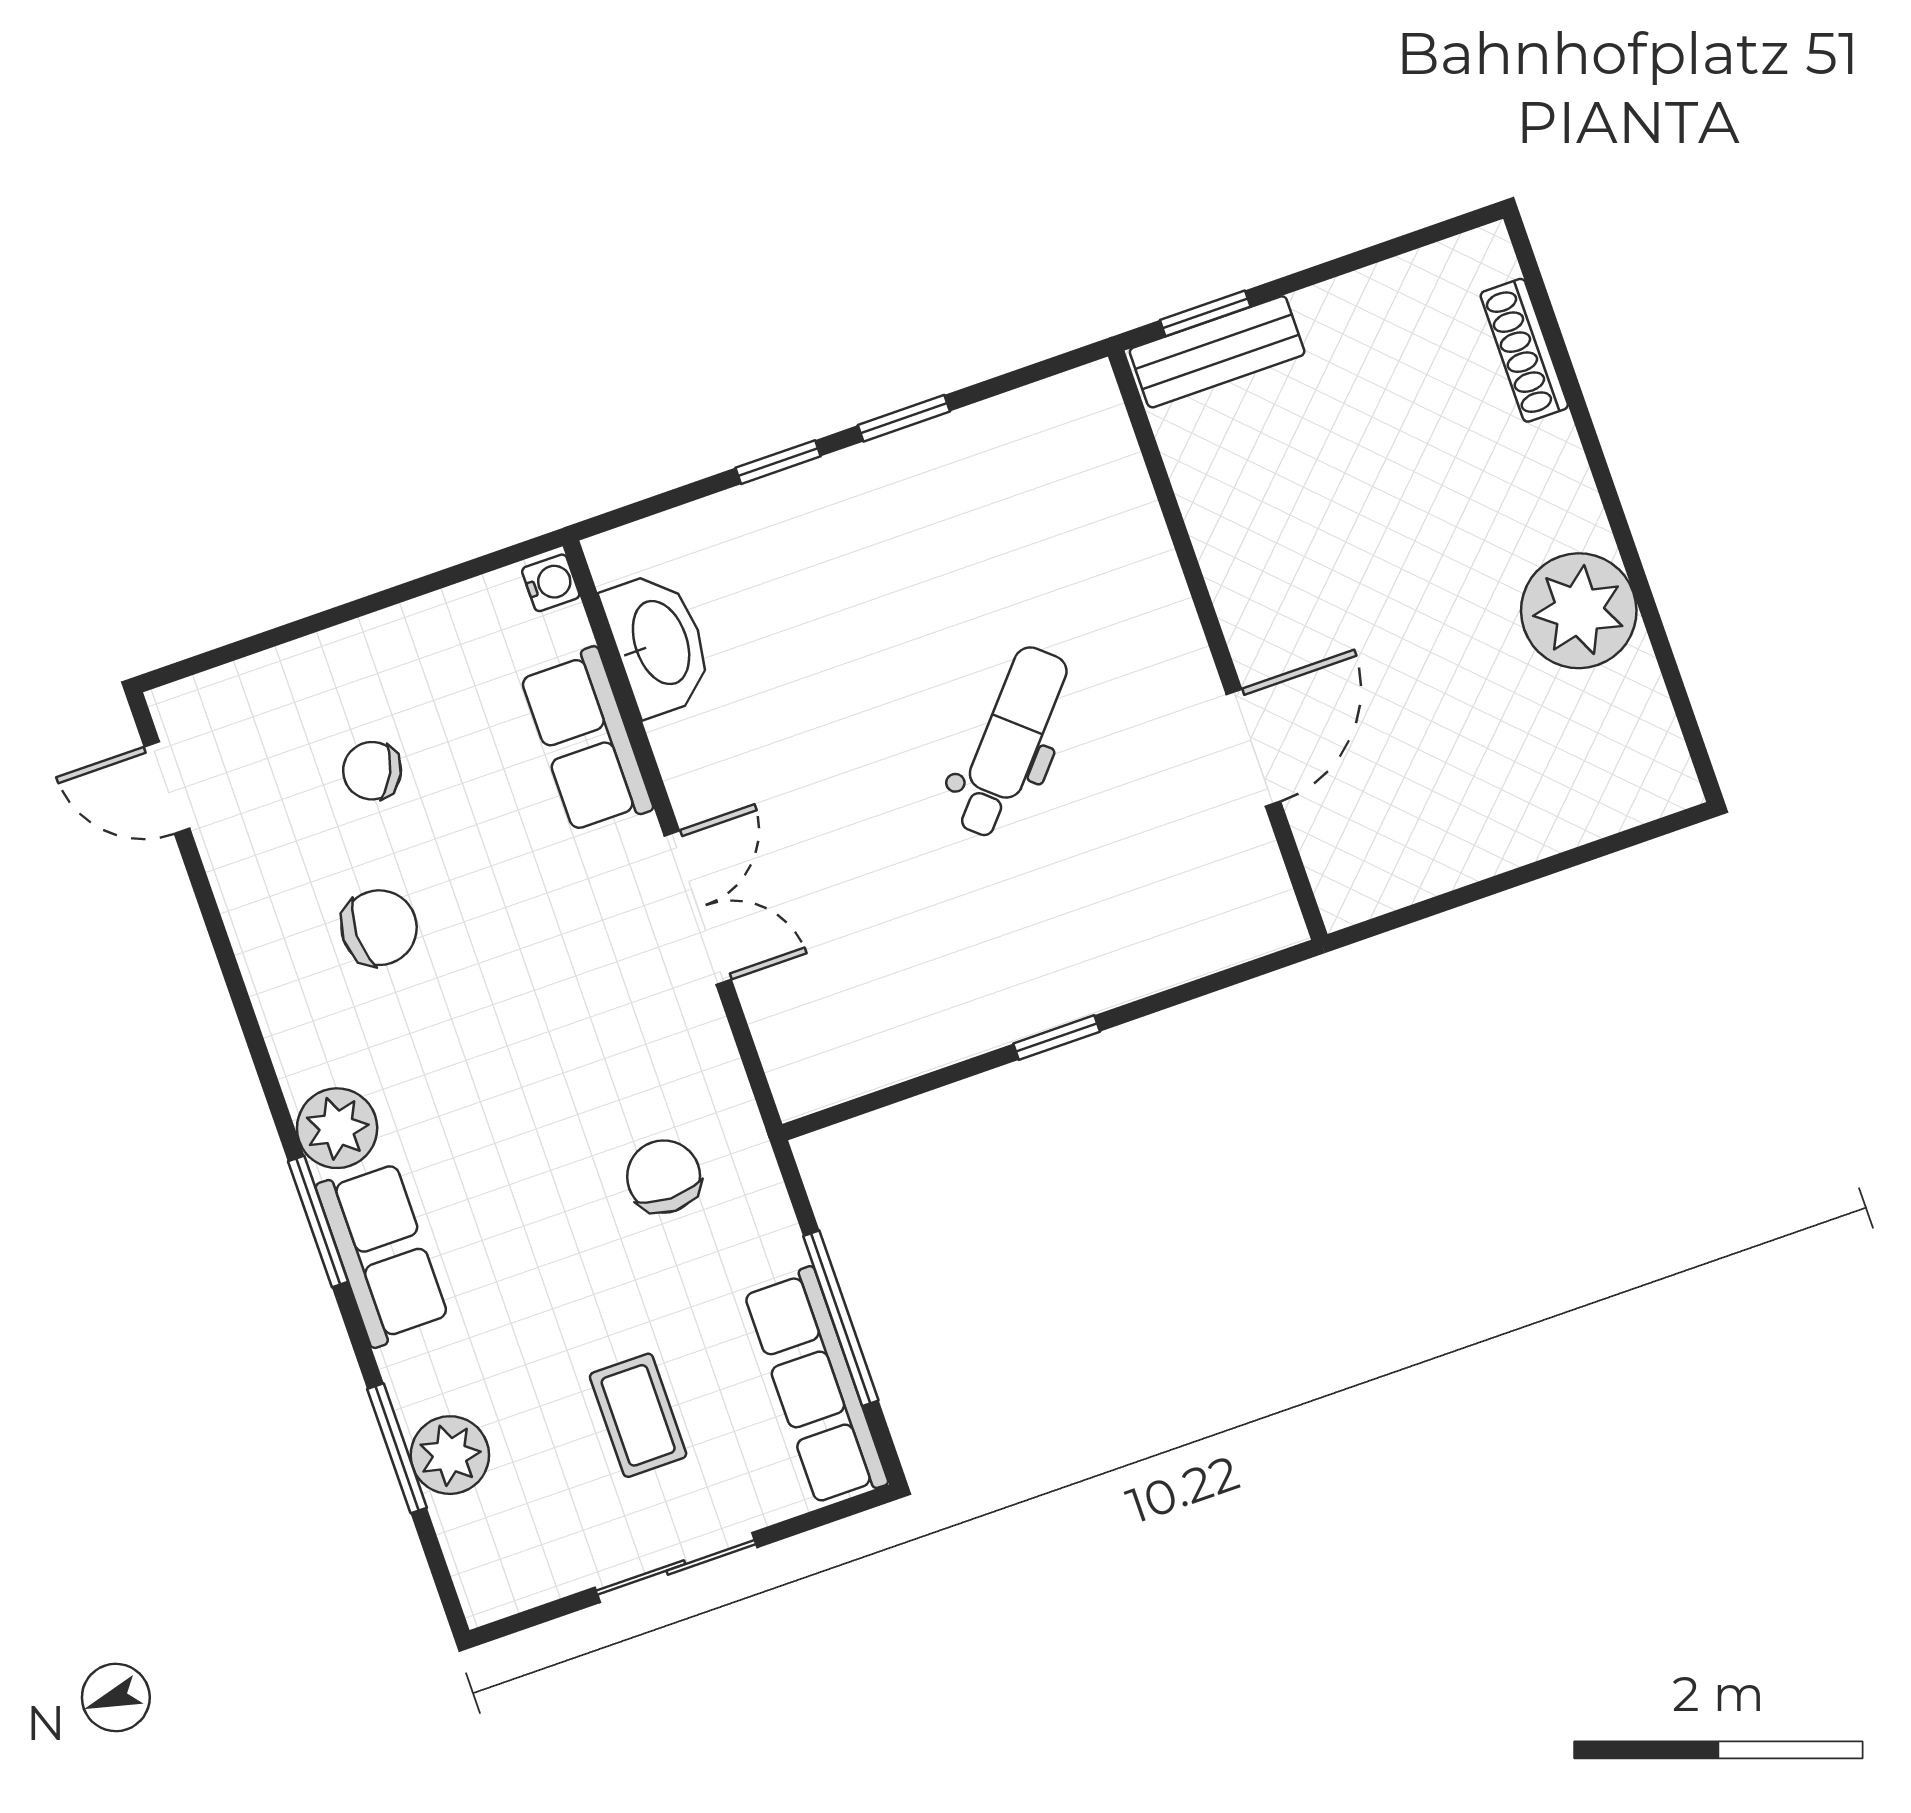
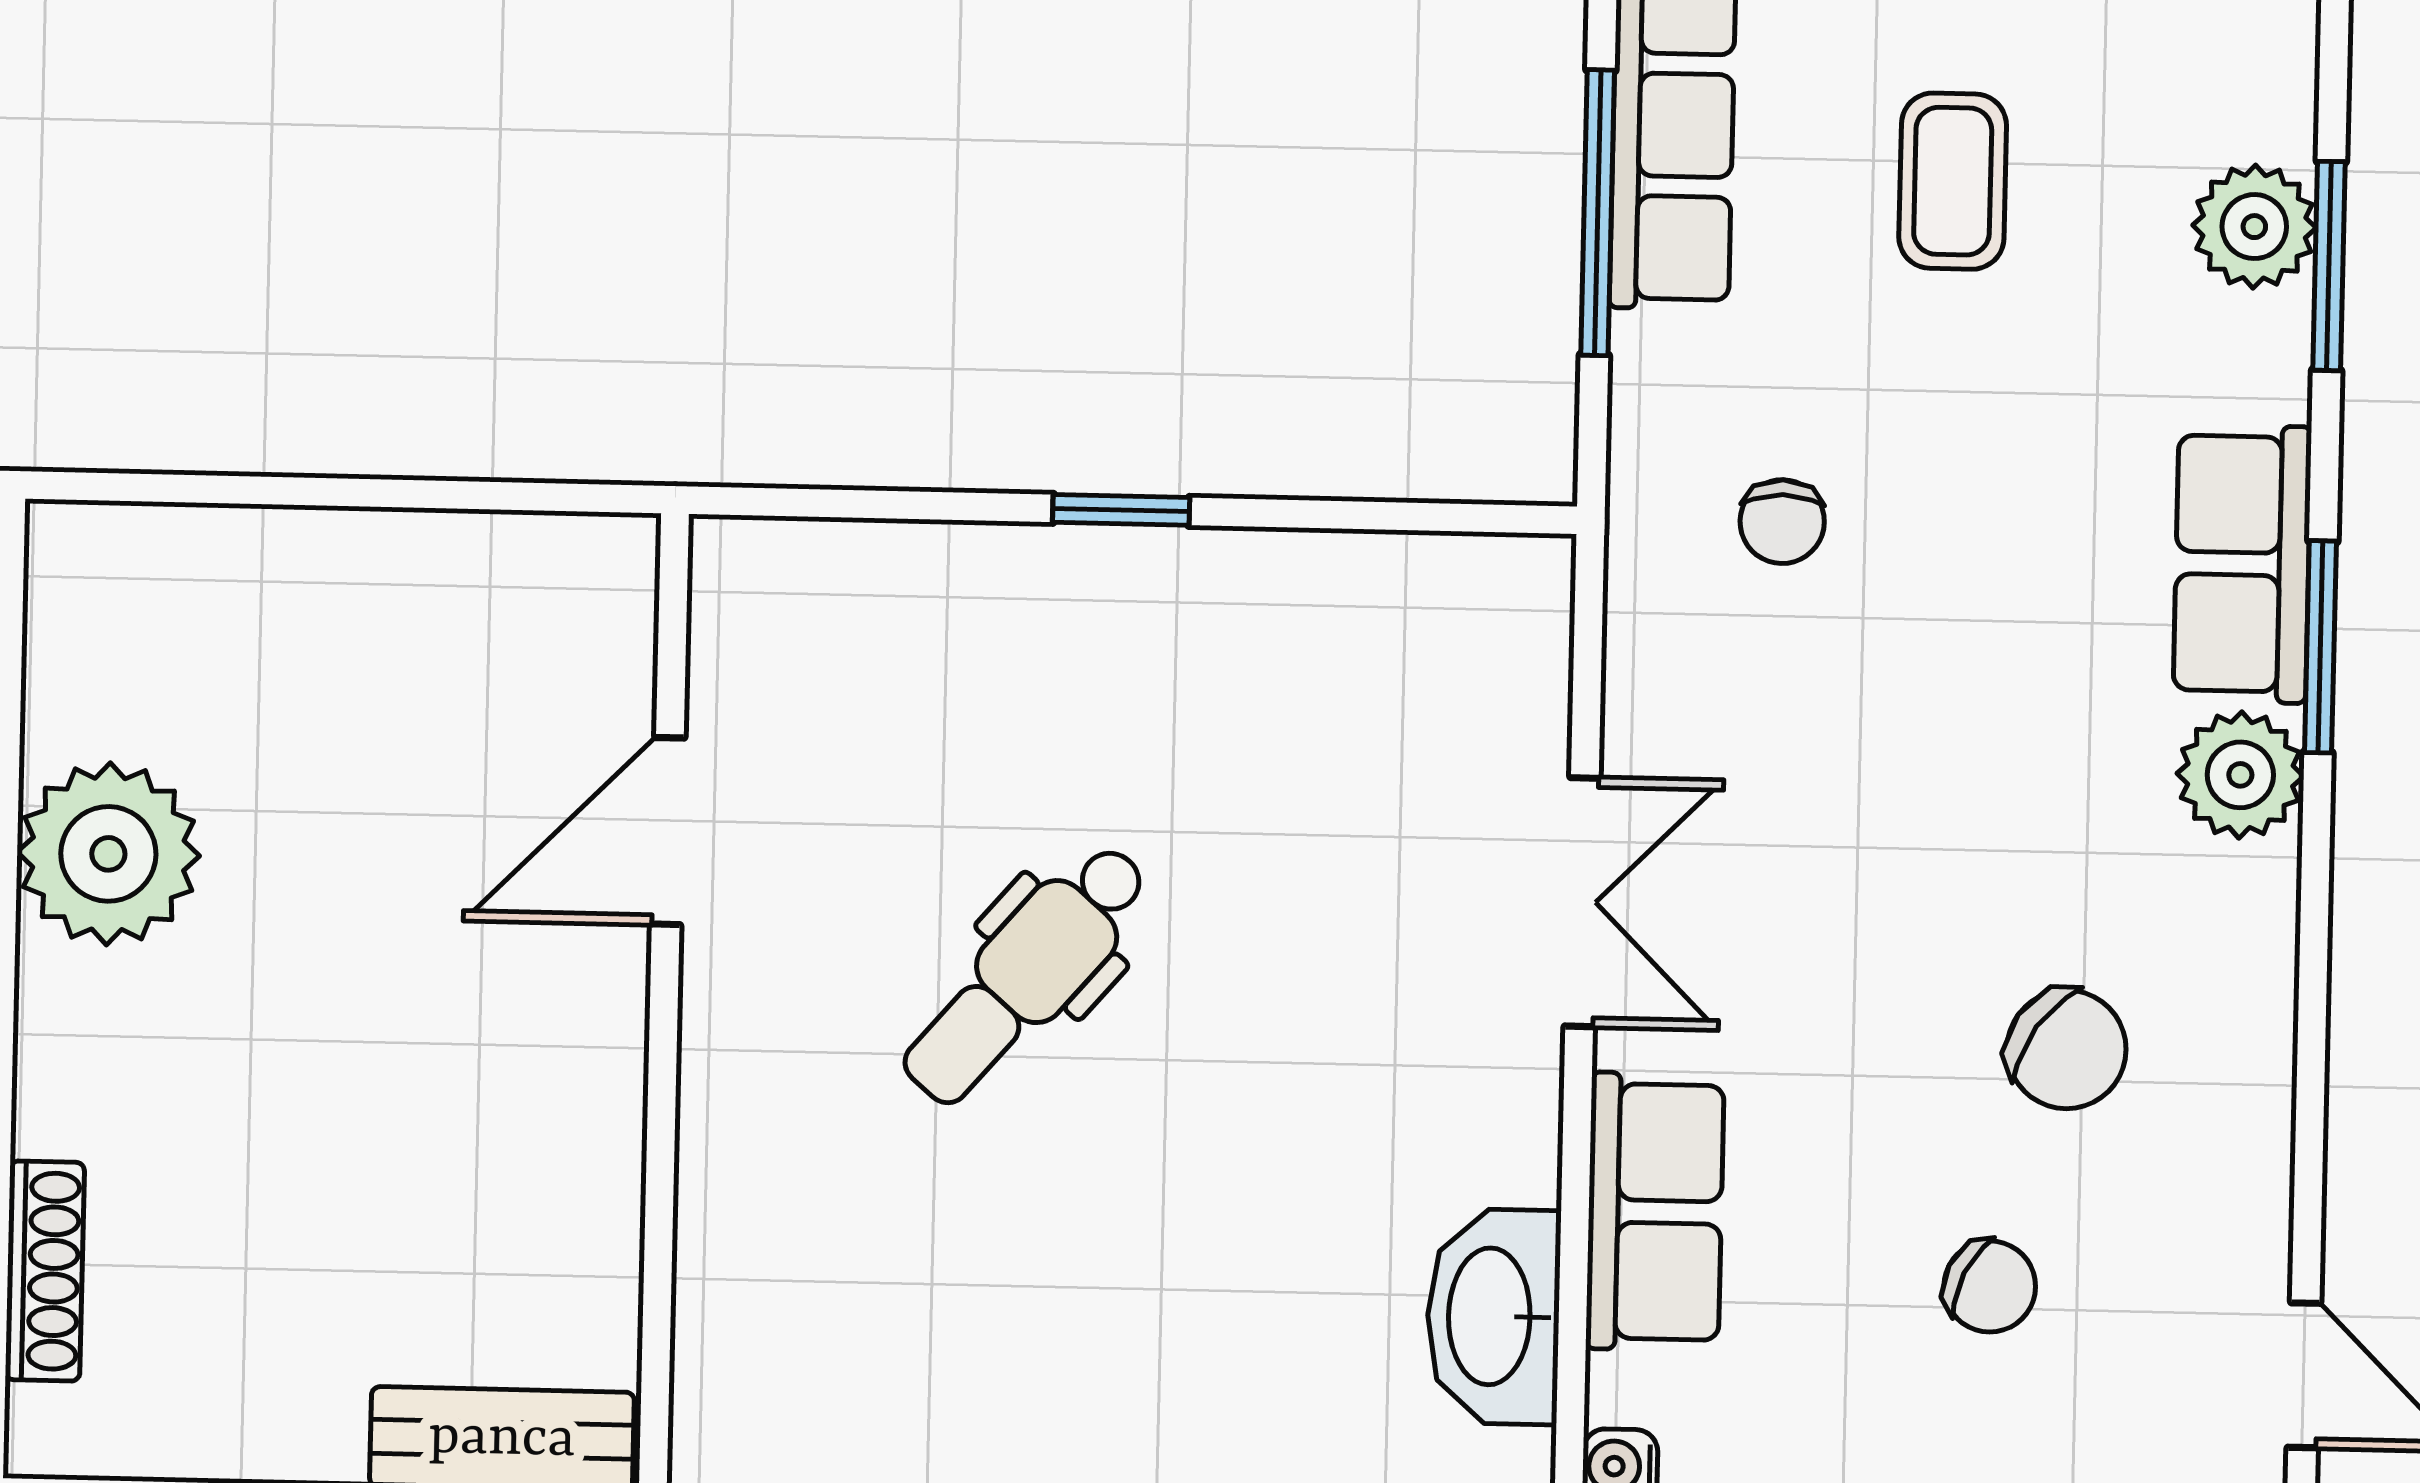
double door: (698, 908) -> (1582, 902), swing flipped
chair: (379, 928) -> (2067, 1049), turned -145
chair: (664, 1177) -> (1782, 522), width x0.73, depth x0.73

